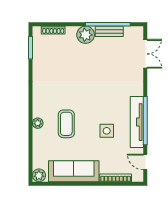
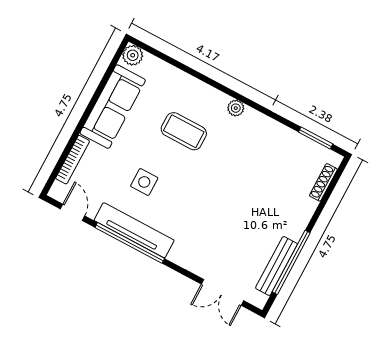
bench: (109, 31) -> (276, 266), width x1.36
plant: (86, 35) -> (293, 224), removed
plant: (38, 123) -> (236, 108), moved
door: (145, 162) -> (73, 212), hinge flipped

